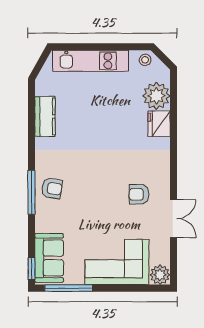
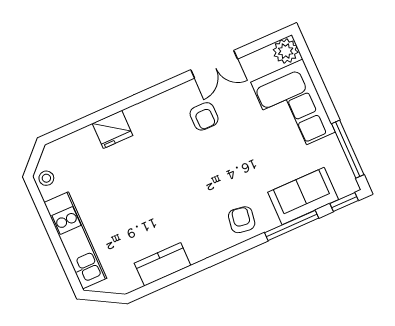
plant: (156, 96) -> (82, 147), removed
window: (31, 192) -> (292, 225), moved
double door: (174, 218) -> (214, 64), swing flipped
sofa: (49, 258) -> (303, 196), moved

